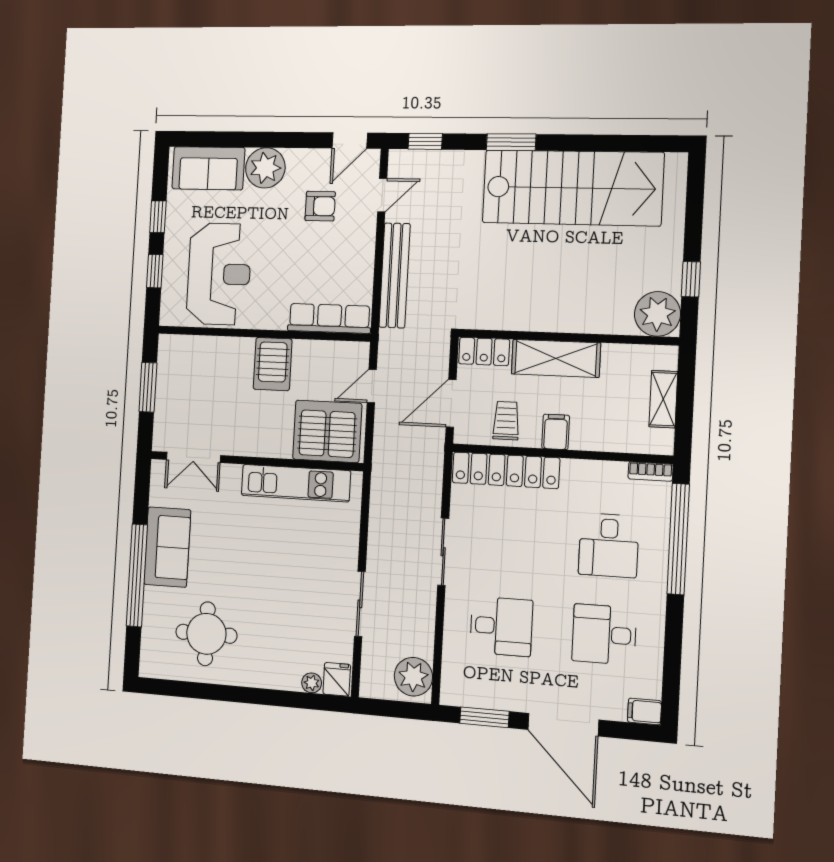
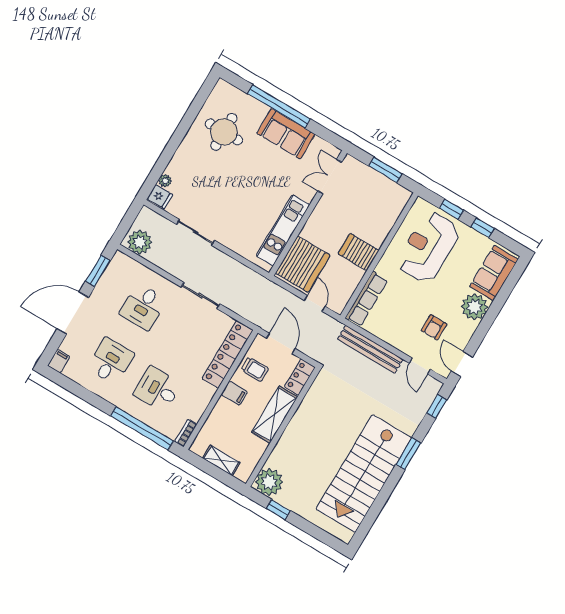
reception desk: (219, 274) -> (428, 247), turned 90

